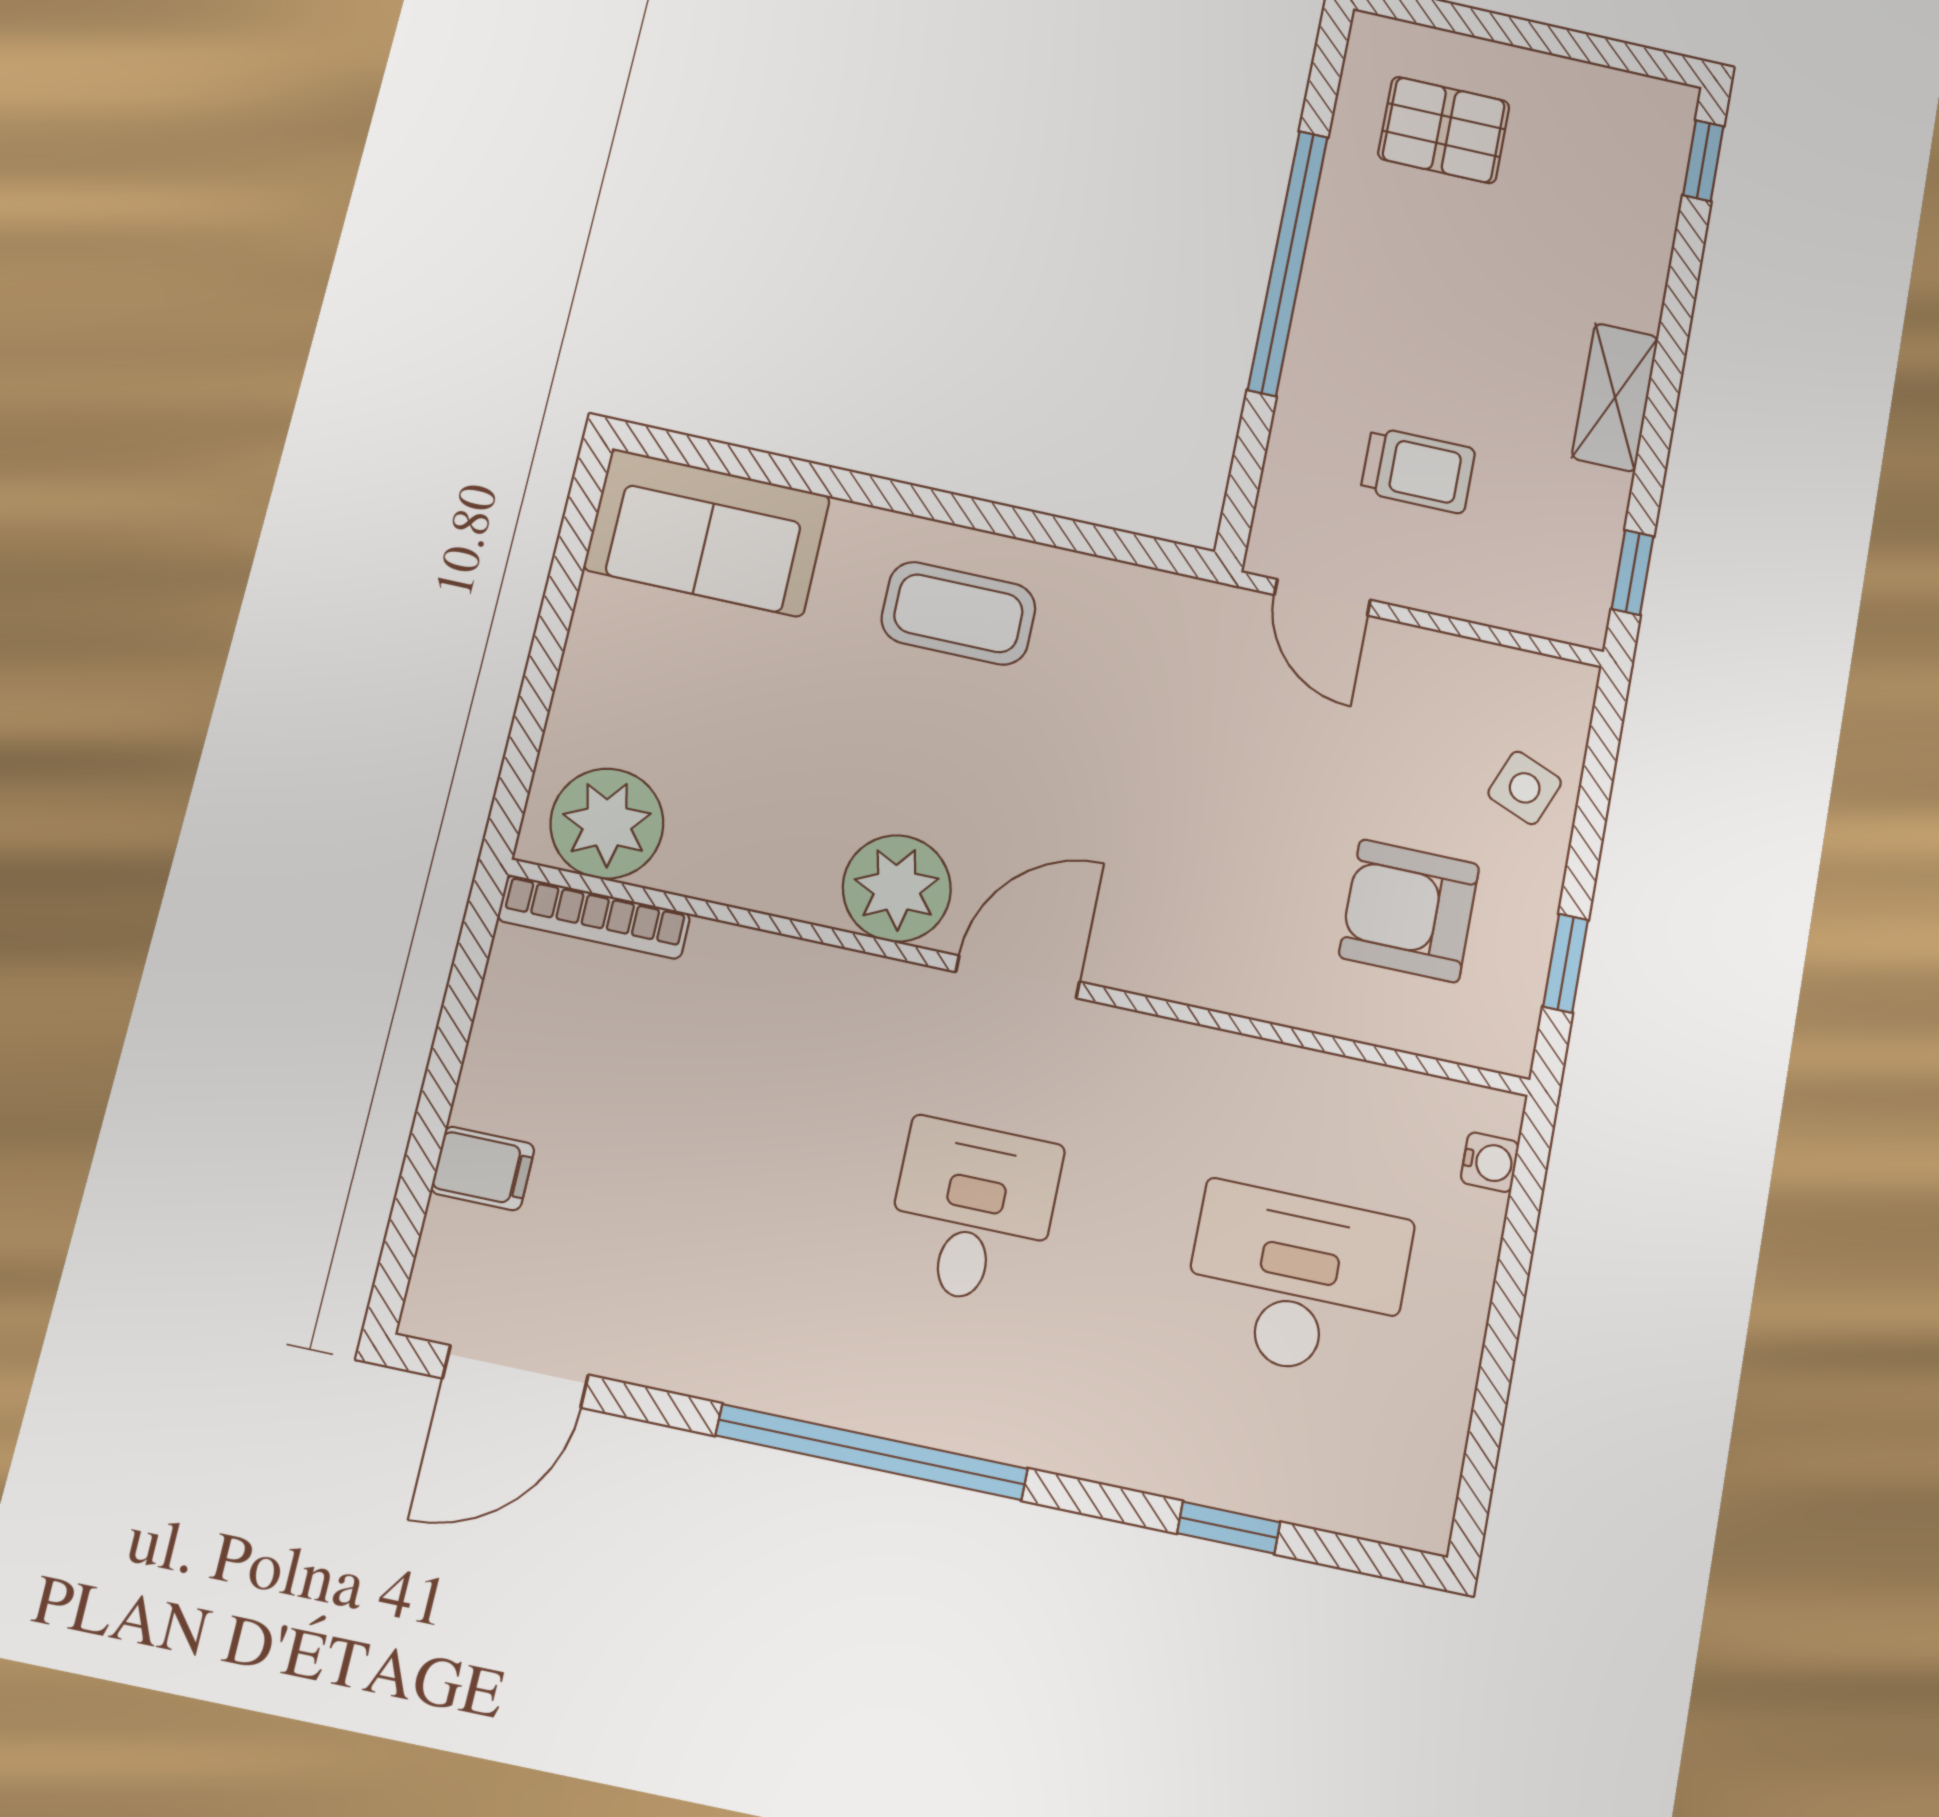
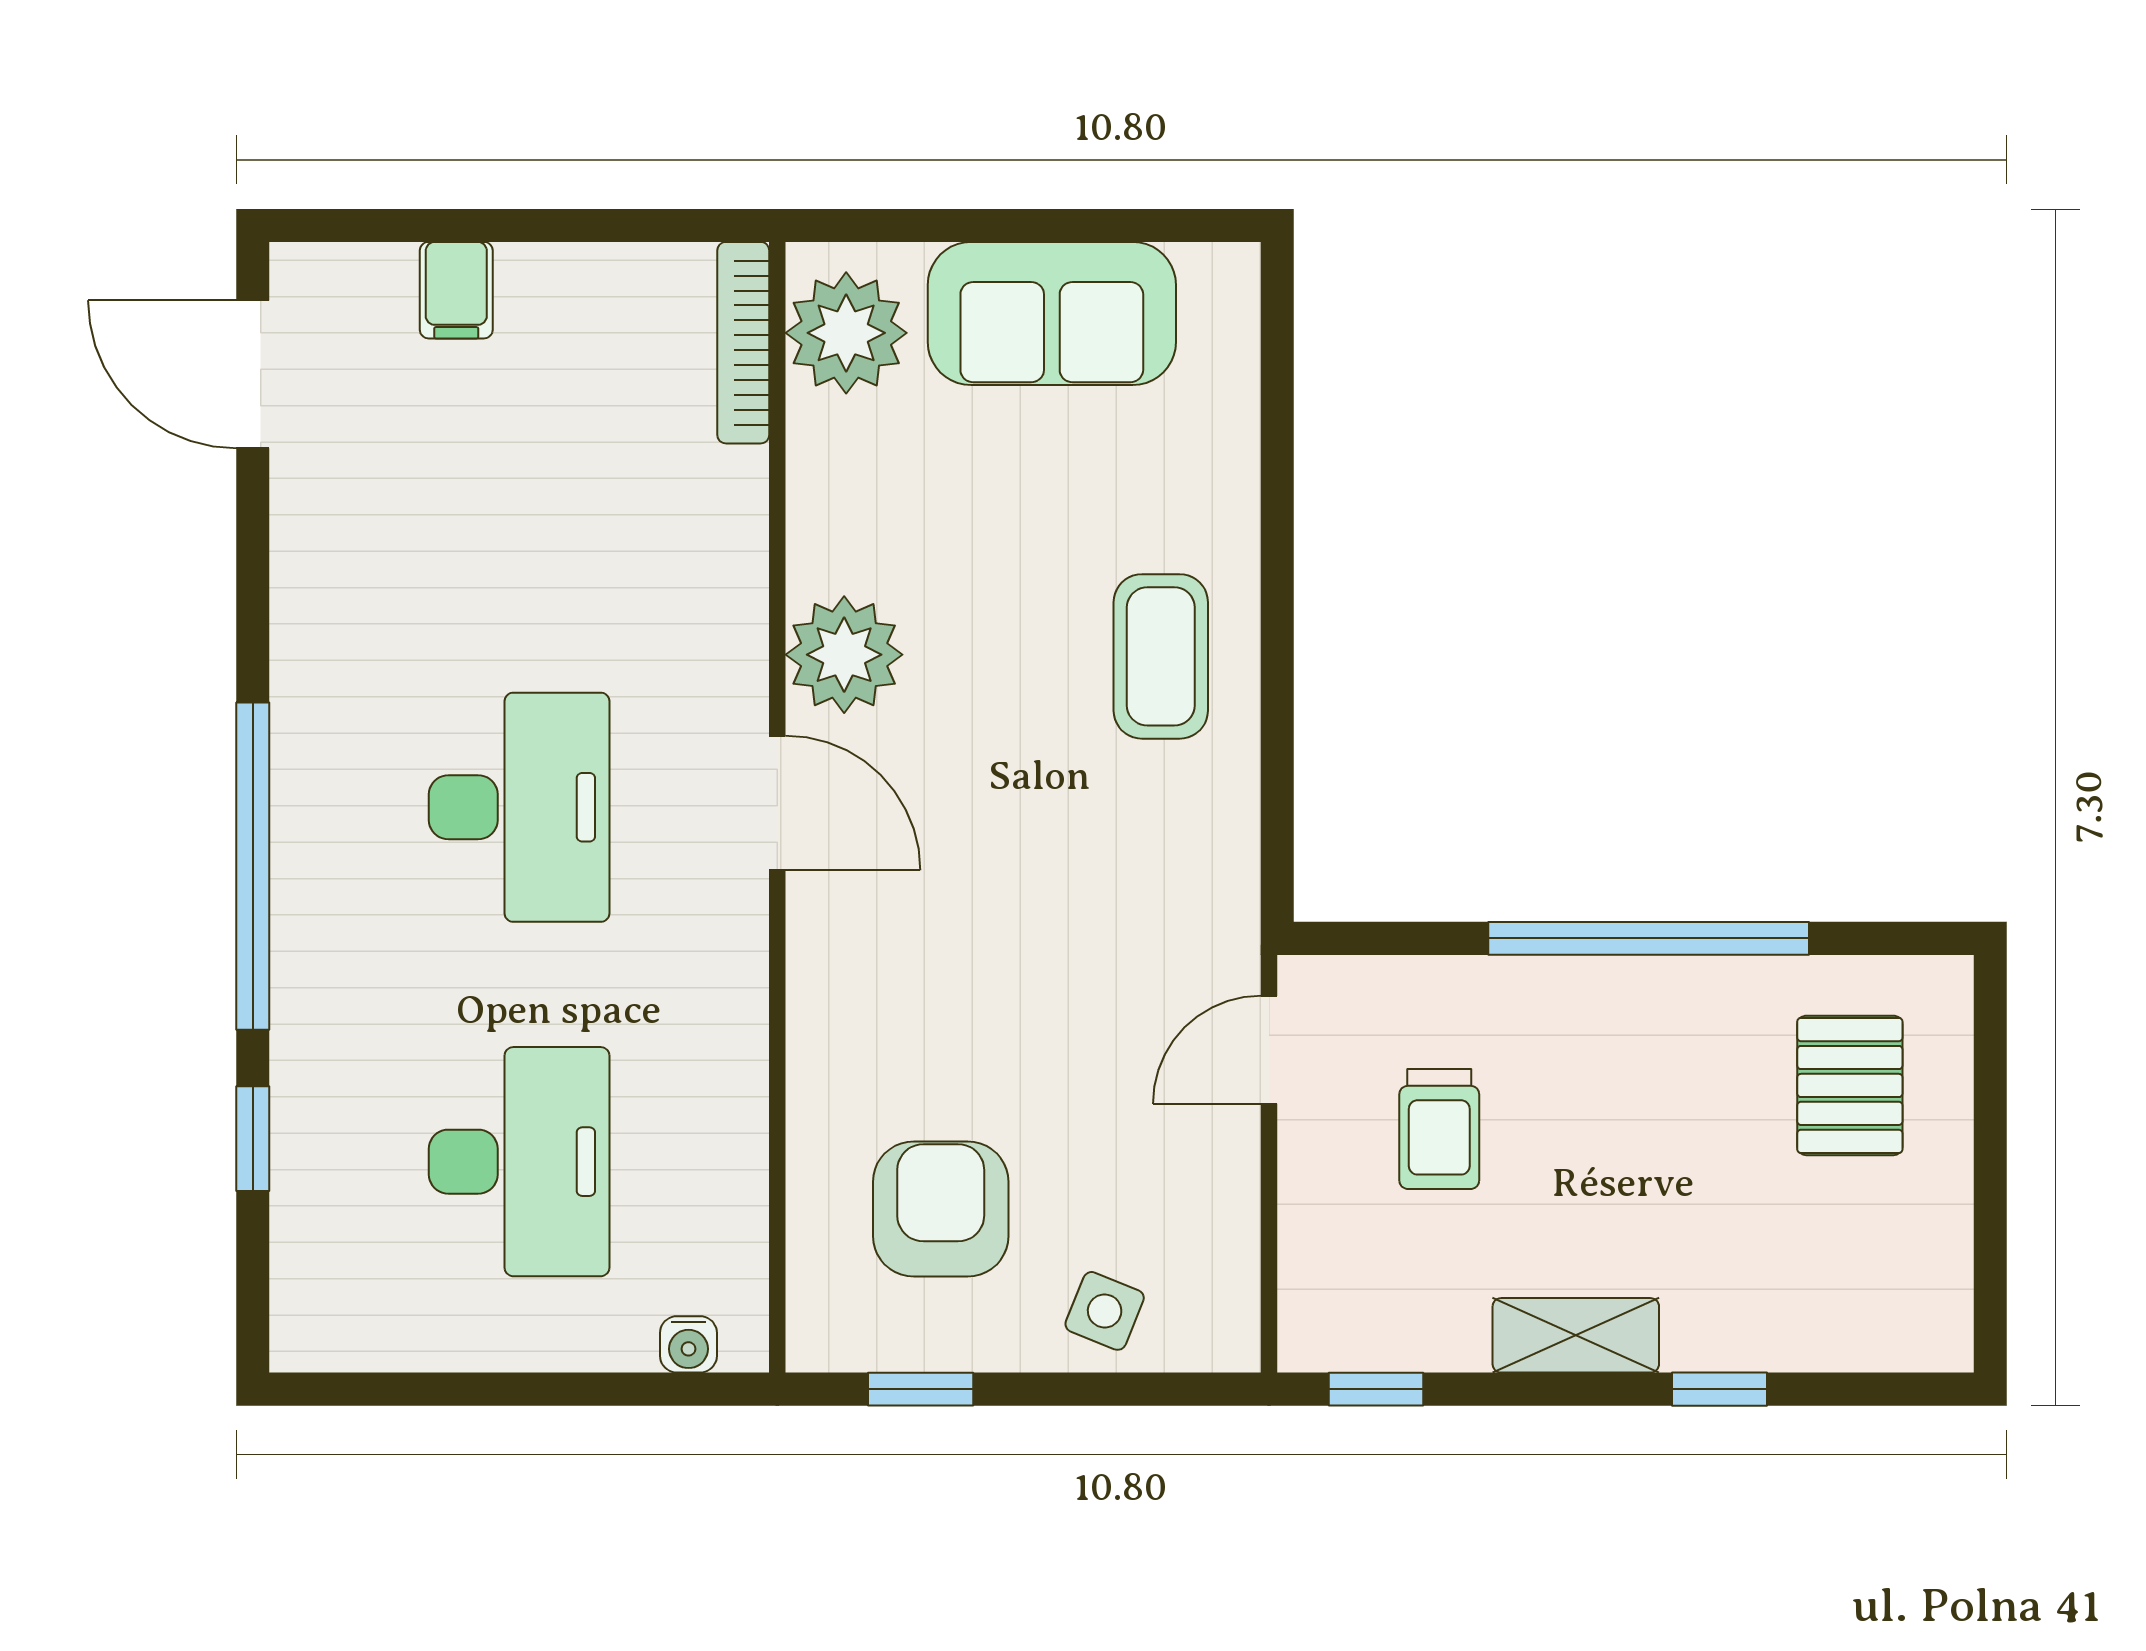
window: (1703, 161) -> (1720, 1389), moved
sofa: (707, 533) -> (1052, 313), moved, turned -90
desk: (973, 1212) -> (519, 807), width x1.37
window: (872, 1452) -> (253, 866), moved

